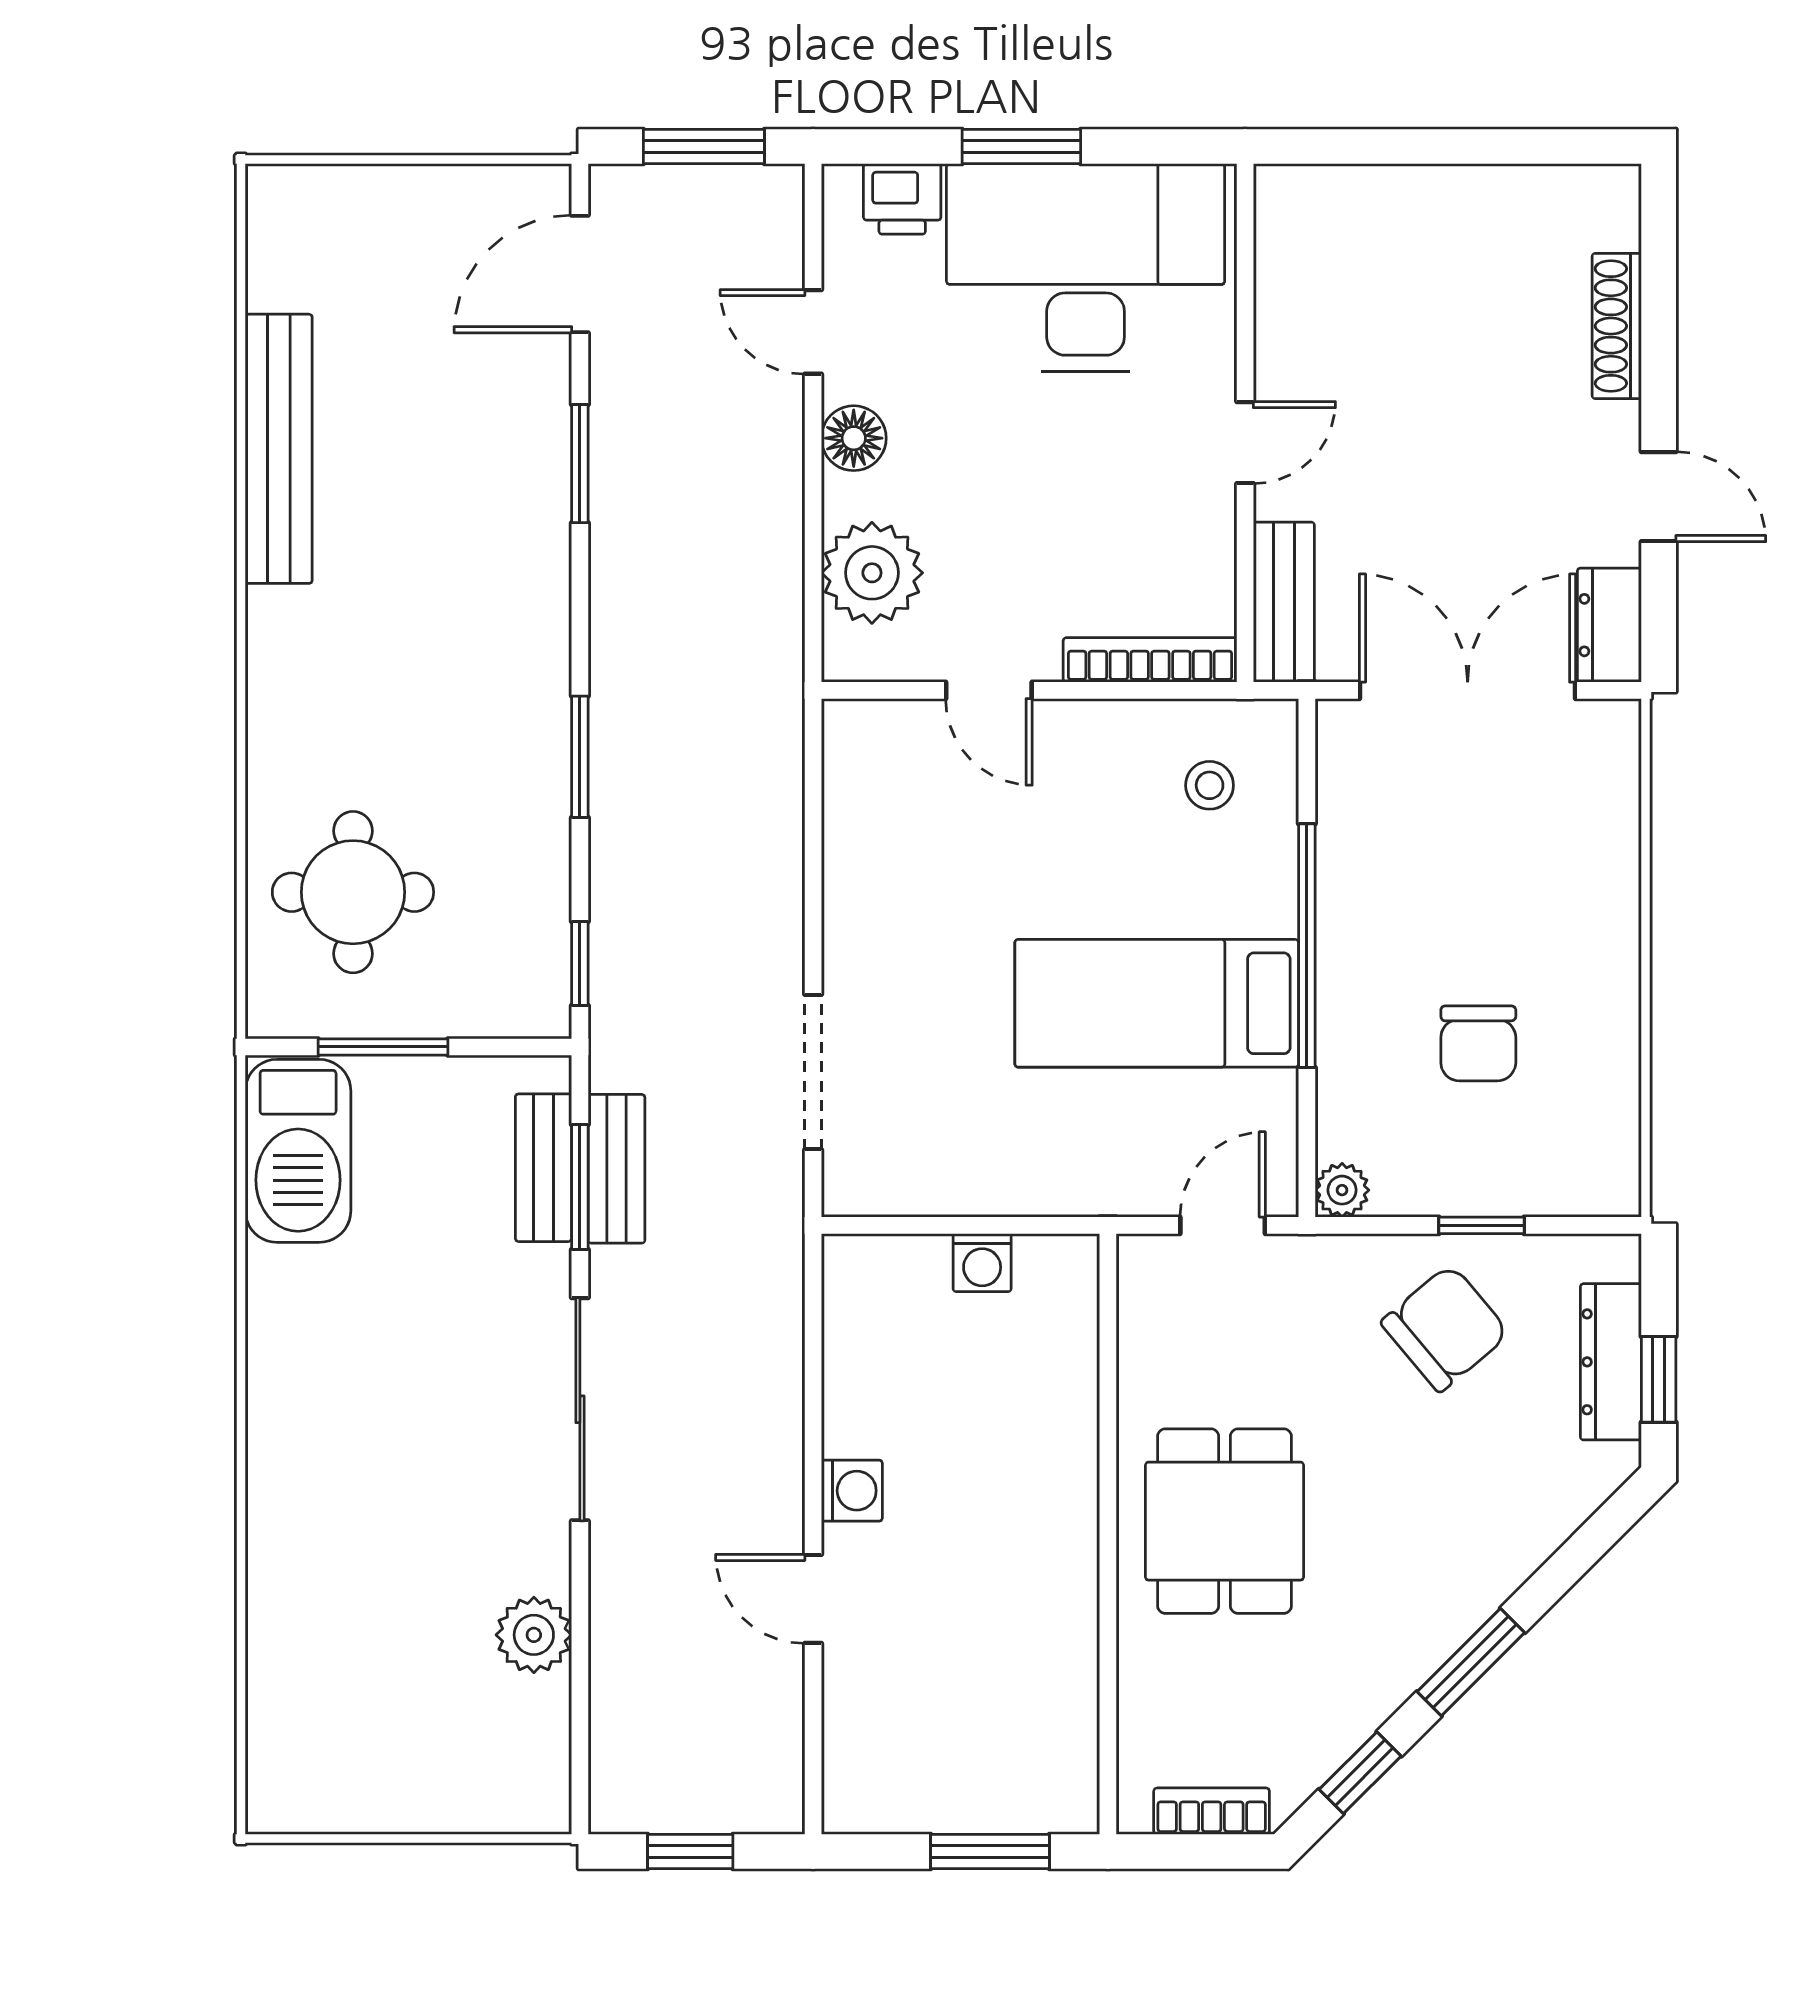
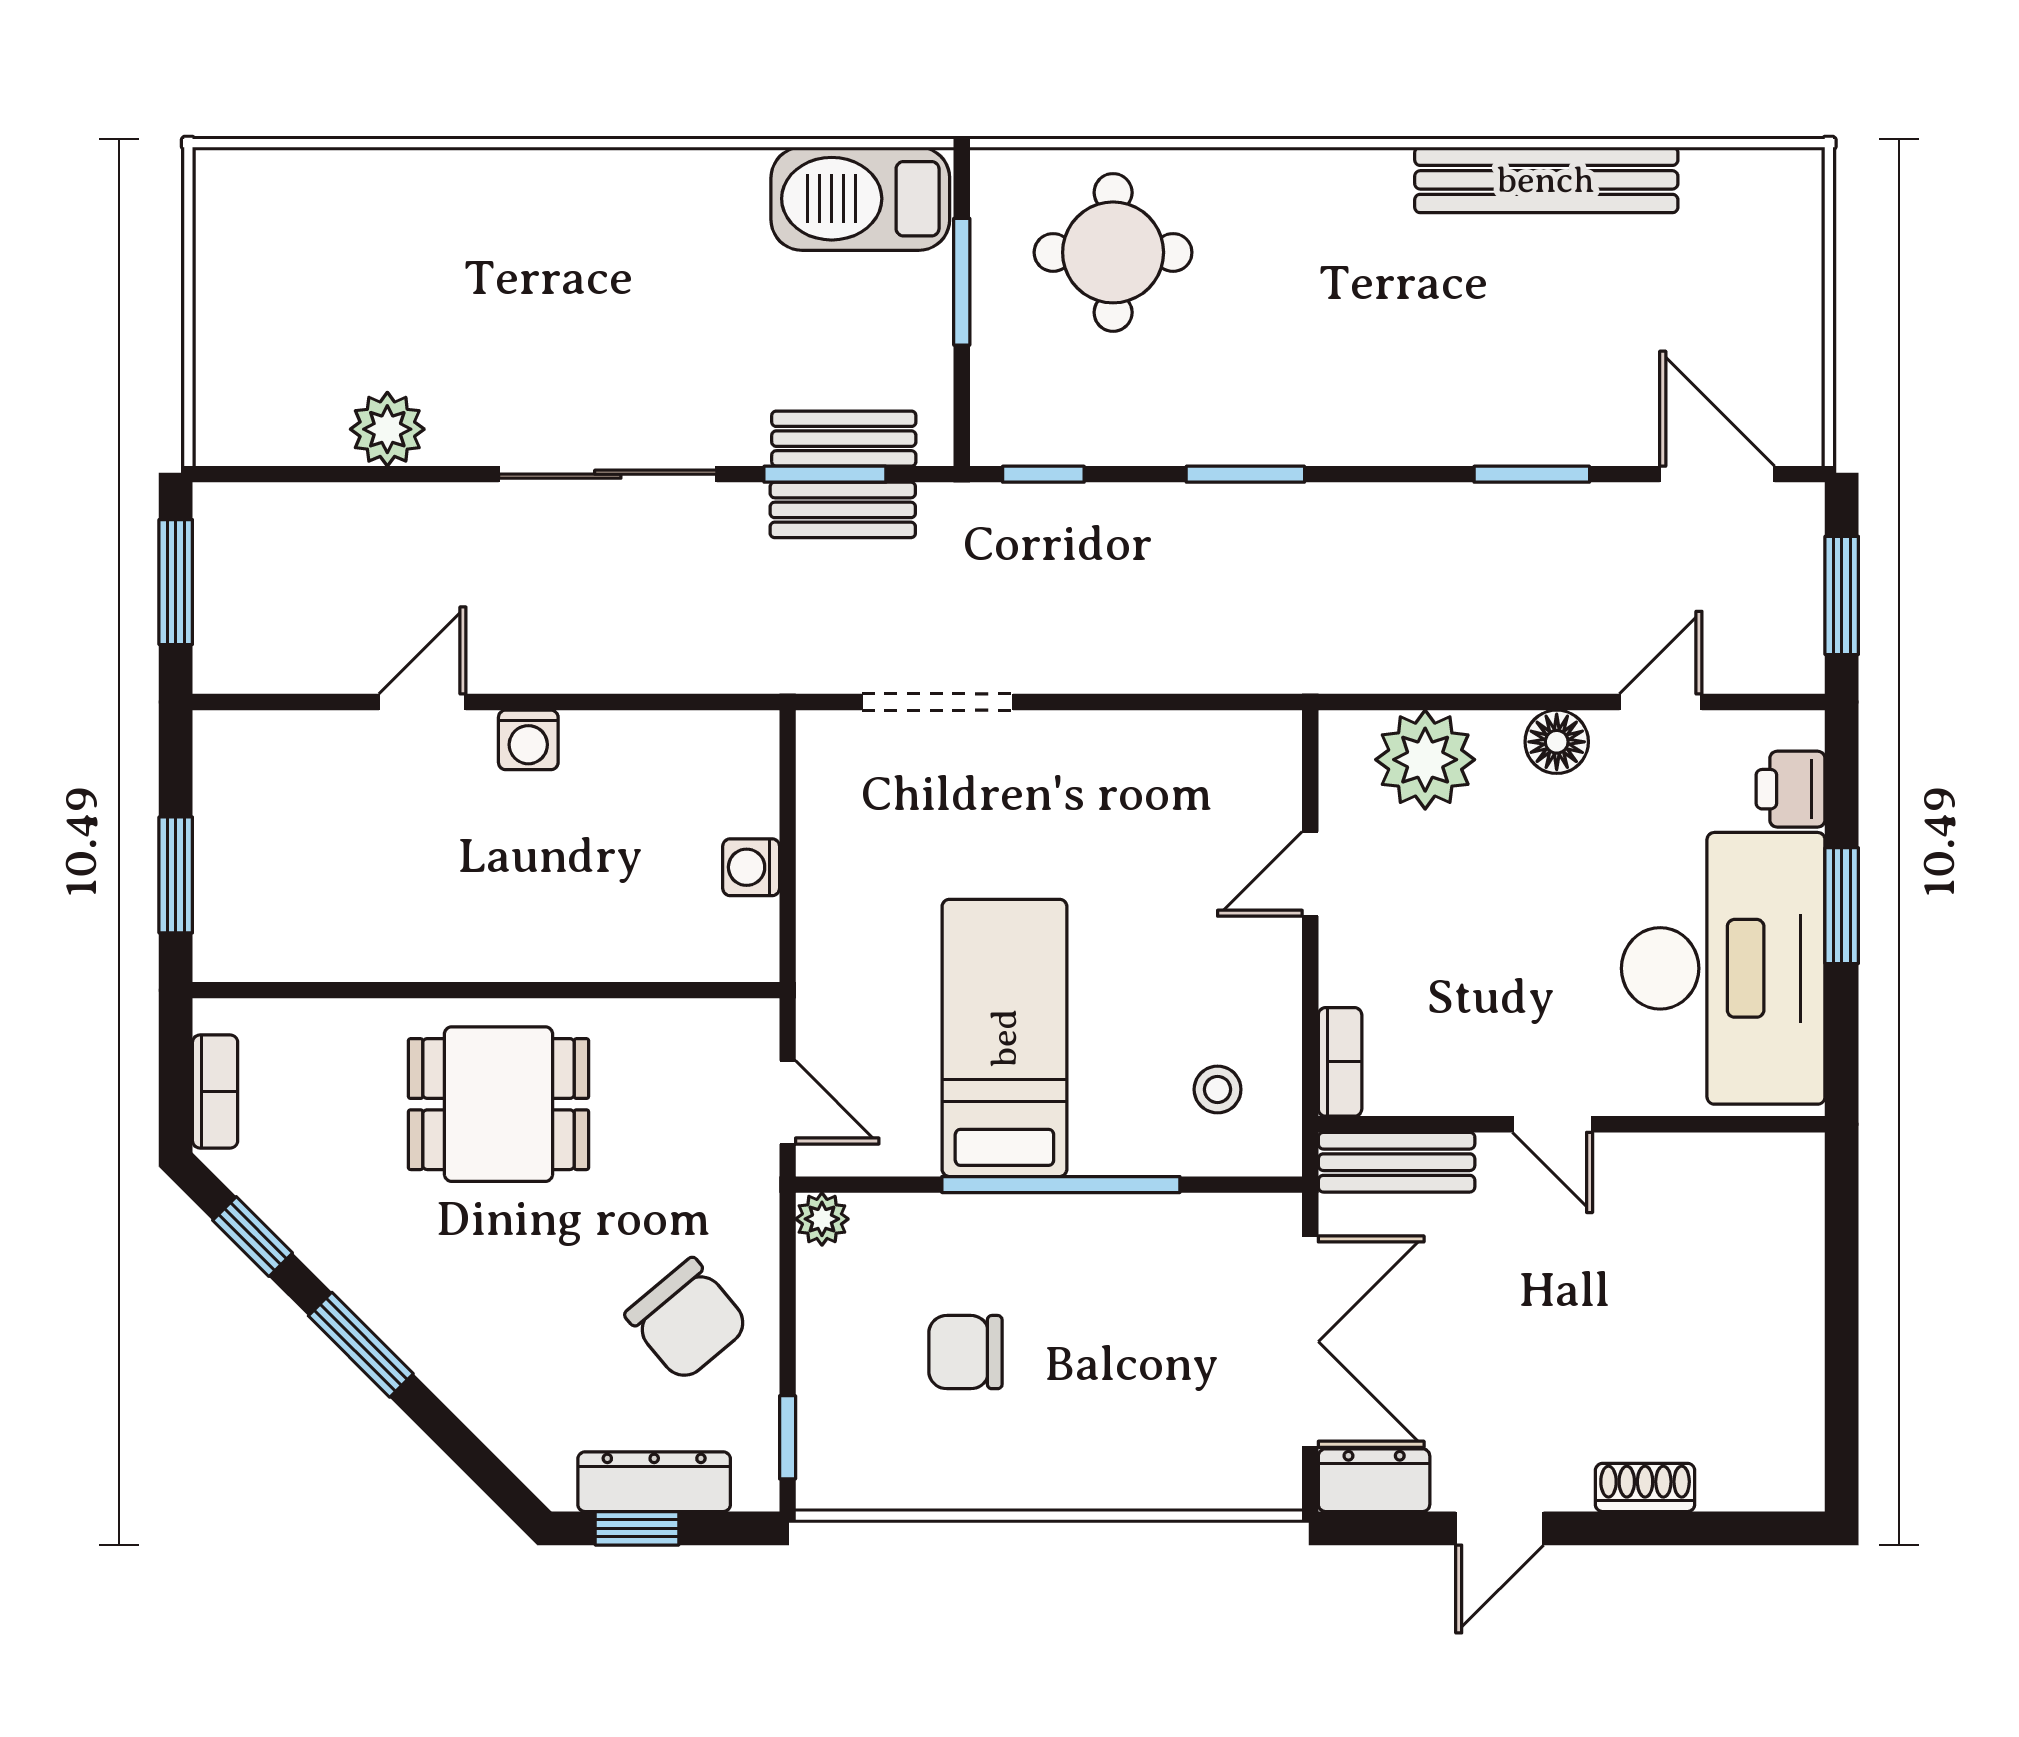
shoe rack: (1617, 326) -> (1645, 1487), width x0.70
bookcase: (1150, 660) -> (1340, 1062), width x0.64
window: (1481, 1225) -> (788, 1437), moved
window: (690, 1851) -> (176, 582), width x1.50

